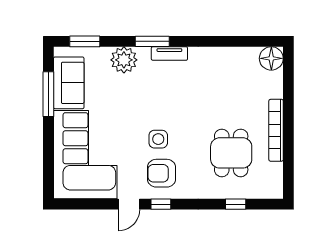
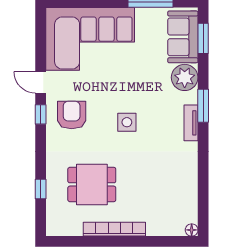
floor lamp: (271, 58) -> (192, 230), width x0.53, depth x0.53
sofa: (69, 83) -> (183, 37), moved, turned 90
side table: (158, 139) -> (127, 122), moved

